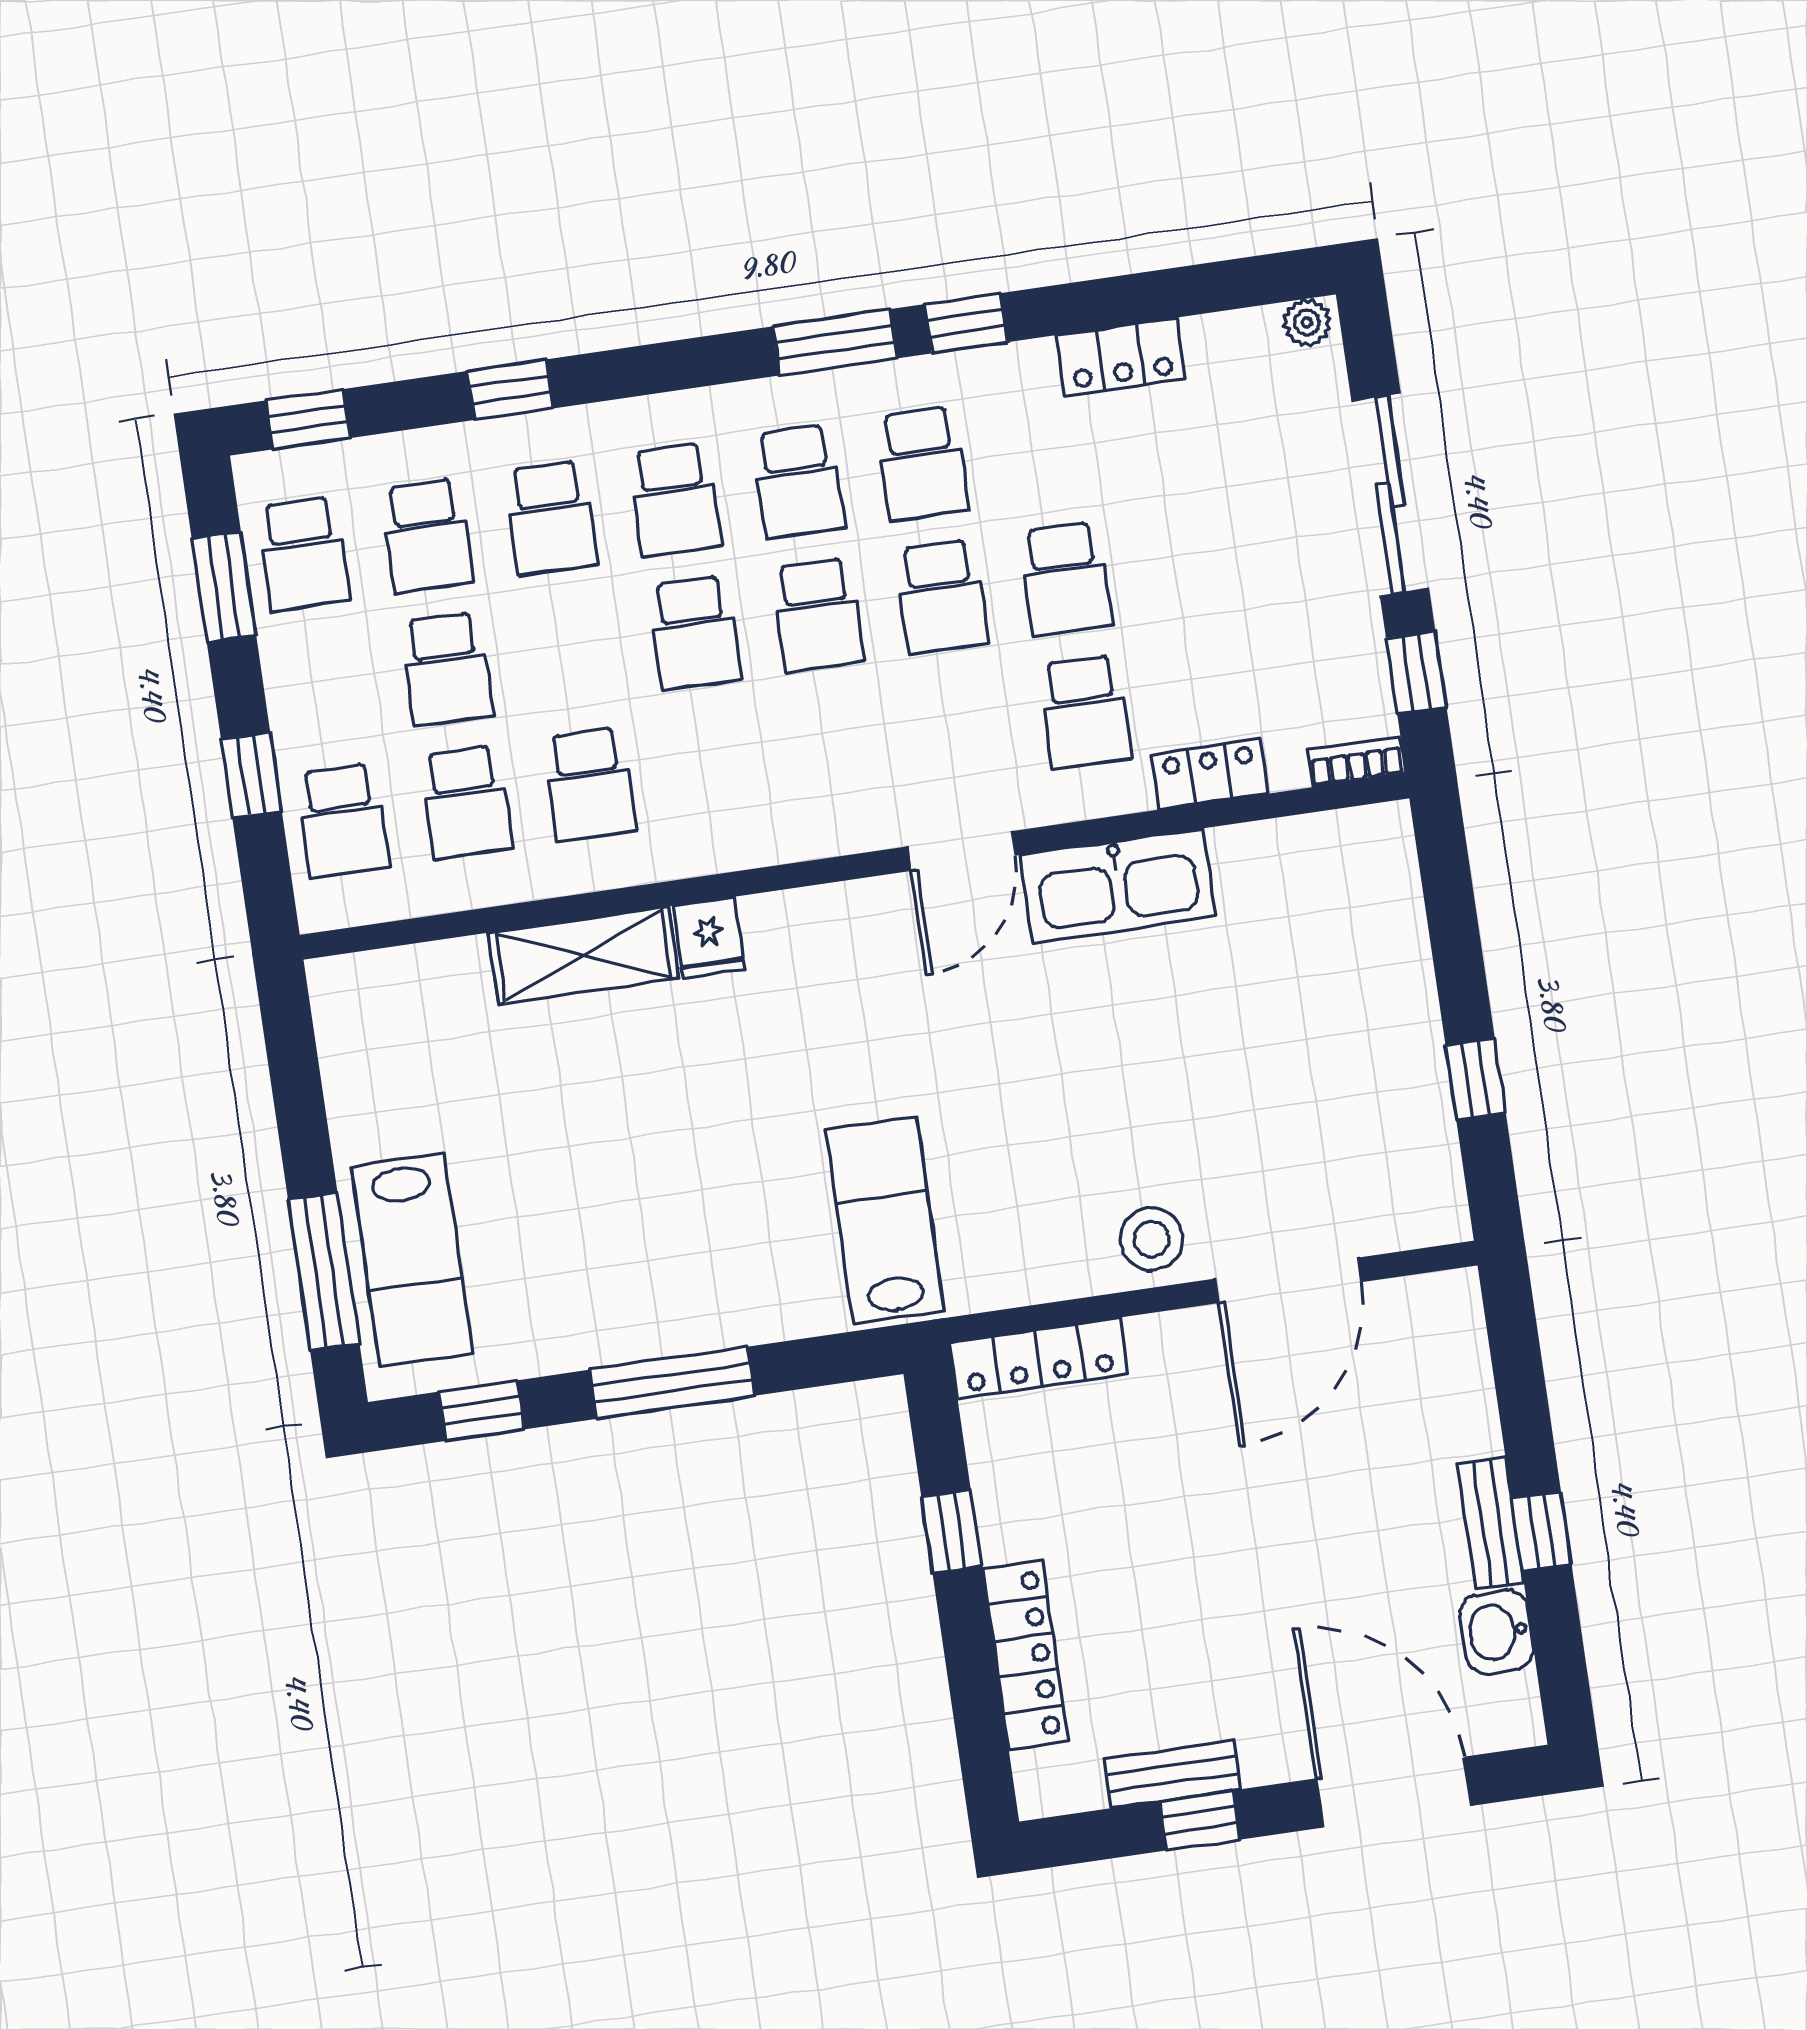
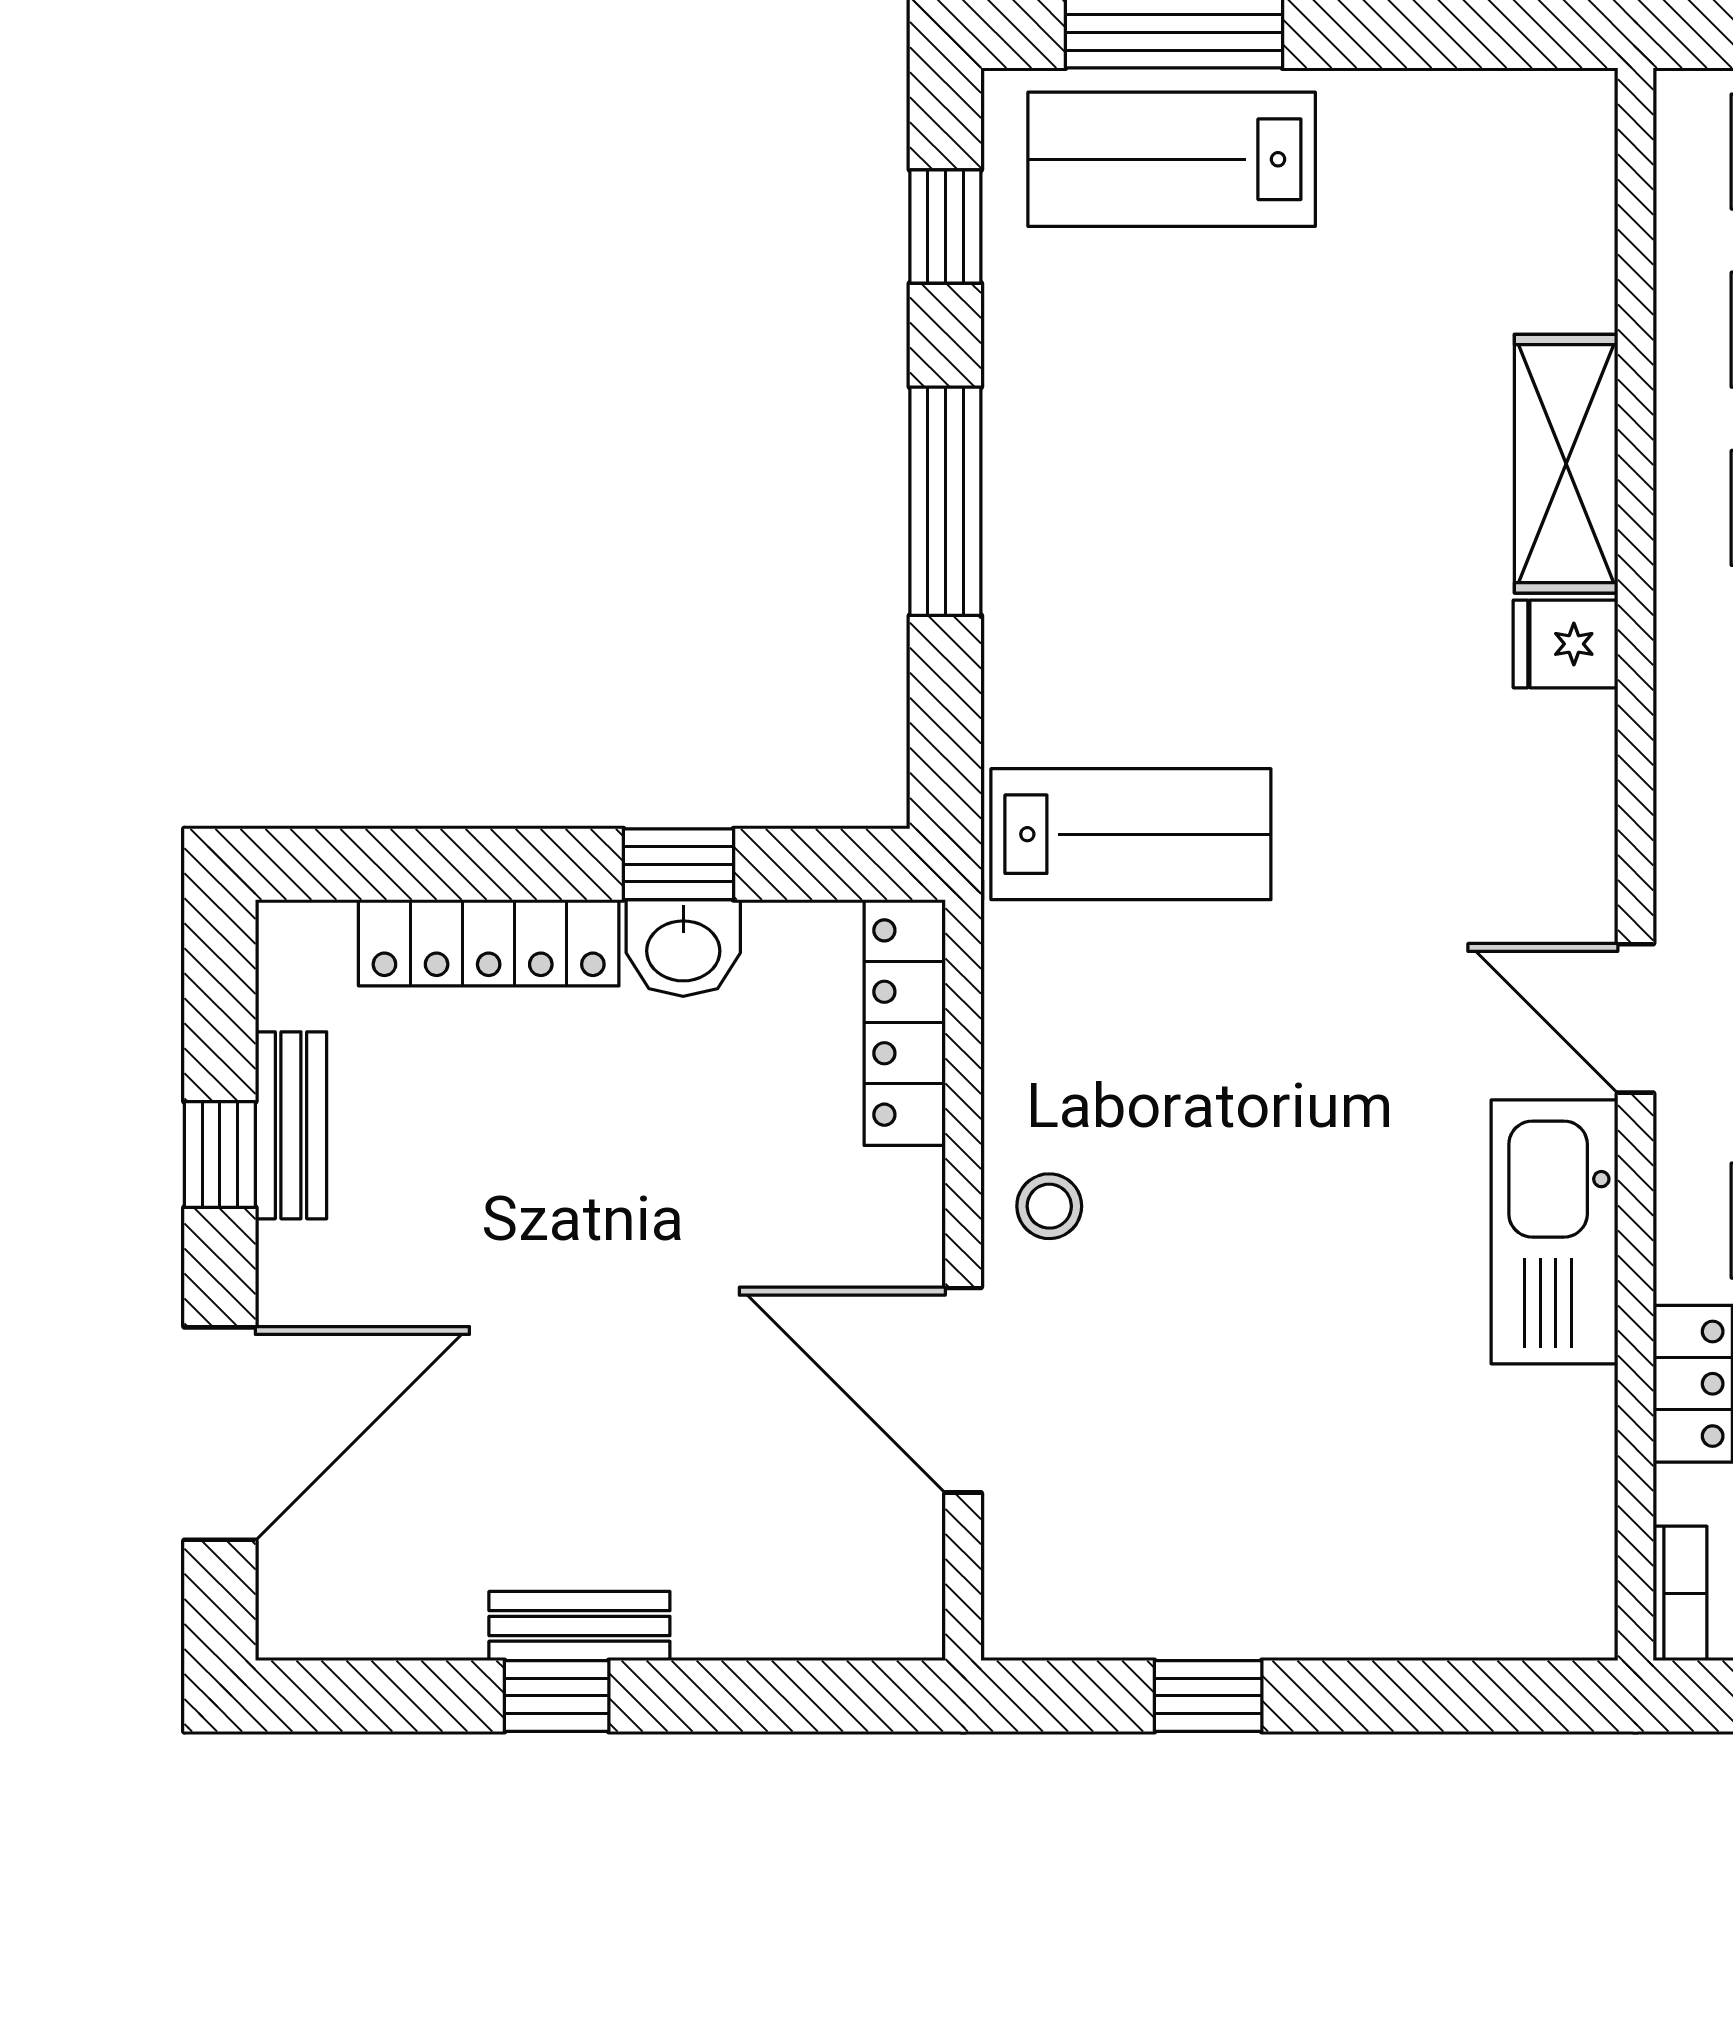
stool: (1152, 1239) -> (1049, 1206), width x0.73, depth x0.73
washbasin: (1497, 1632) -> (683, 948), moved, turned 180

